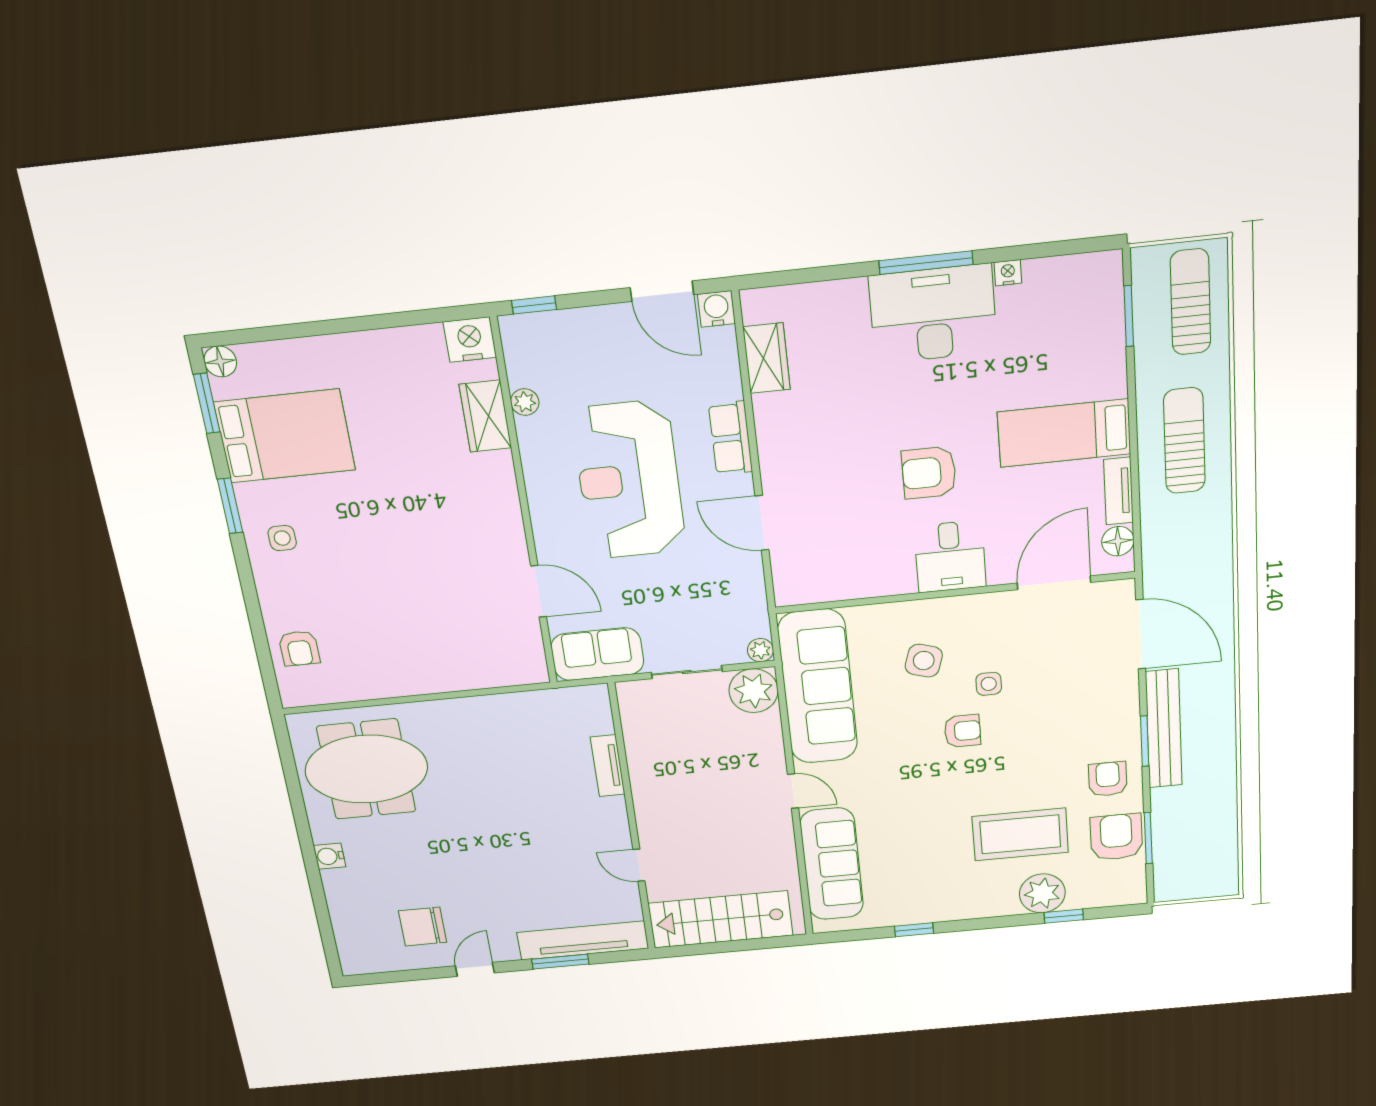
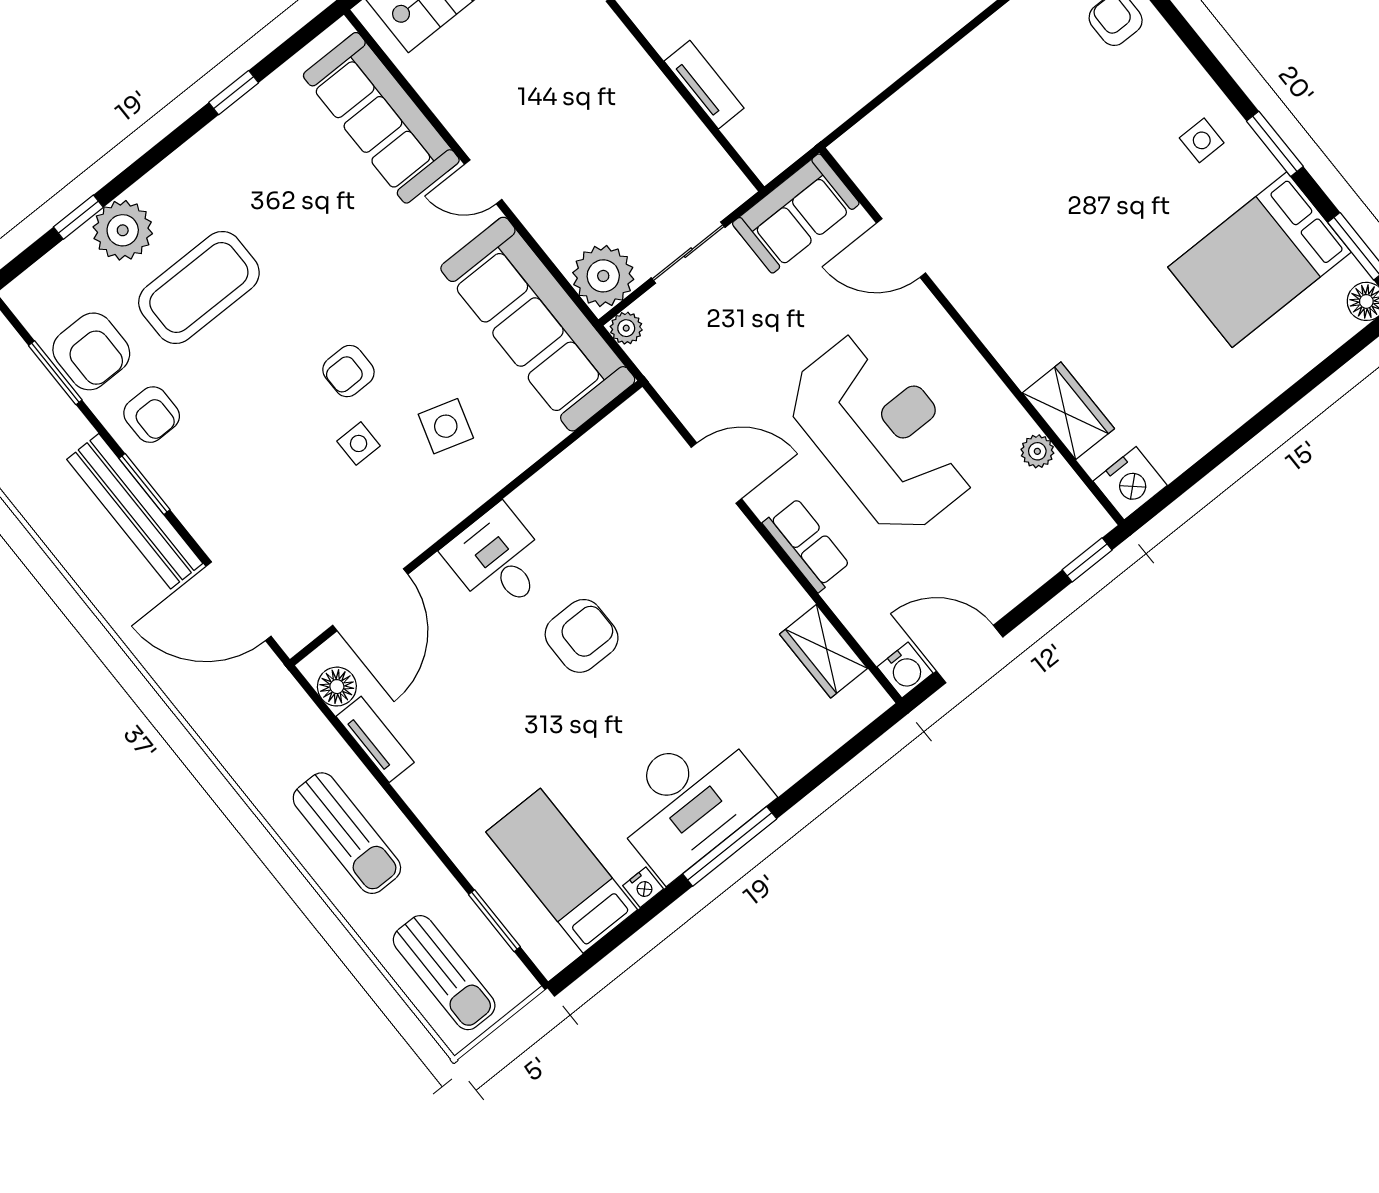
bed: (1064, 433) -> (562, 871), moved, turned -90

